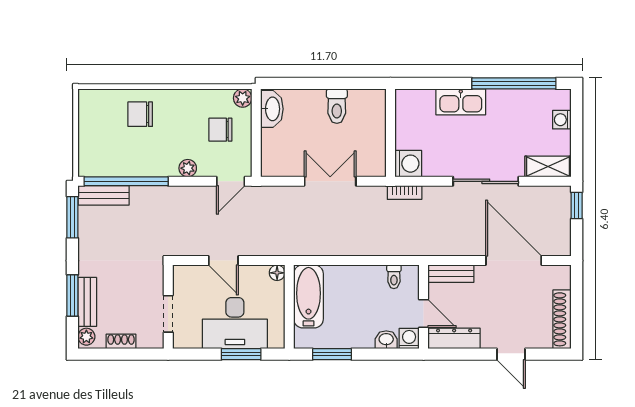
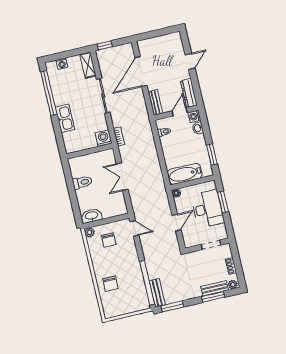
plant: (188, 168) -> (133, 252), removed
shoe rack: (562, 319) -> (166, 39), removed

